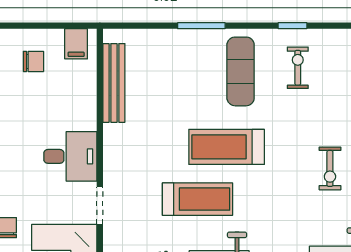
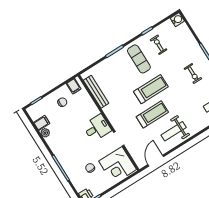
treadmill: (227, 147) -> (151, 89), turned 180

